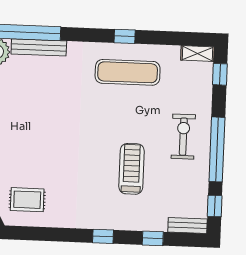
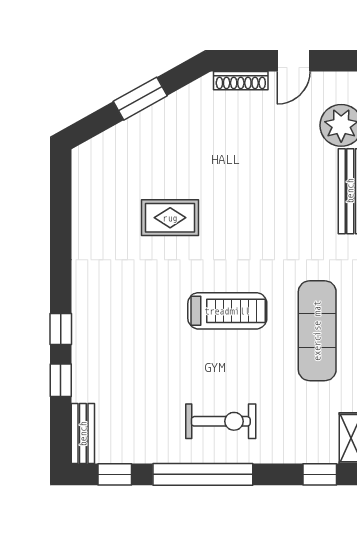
treadmill: (132, 169) -> (227, 311), moved
rug: (27, 200) -> (170, 218), moved, turned 90
window: (103, 236) -> (61, 329), moved

